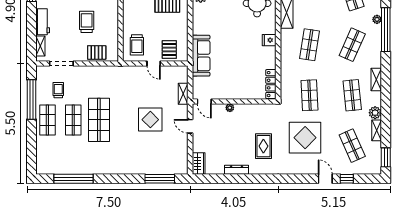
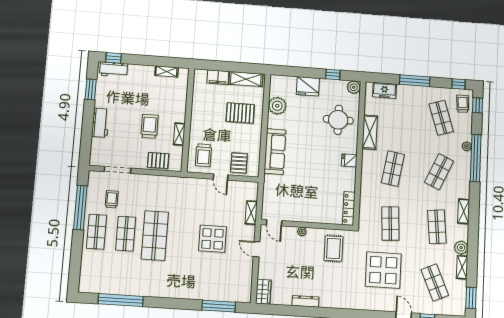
shelving: (40, 46) -> (179, 134), moved
sofa: (201, 56) -> (275, 152), moved
rug: (263, 146) -> (333, 248), moved

